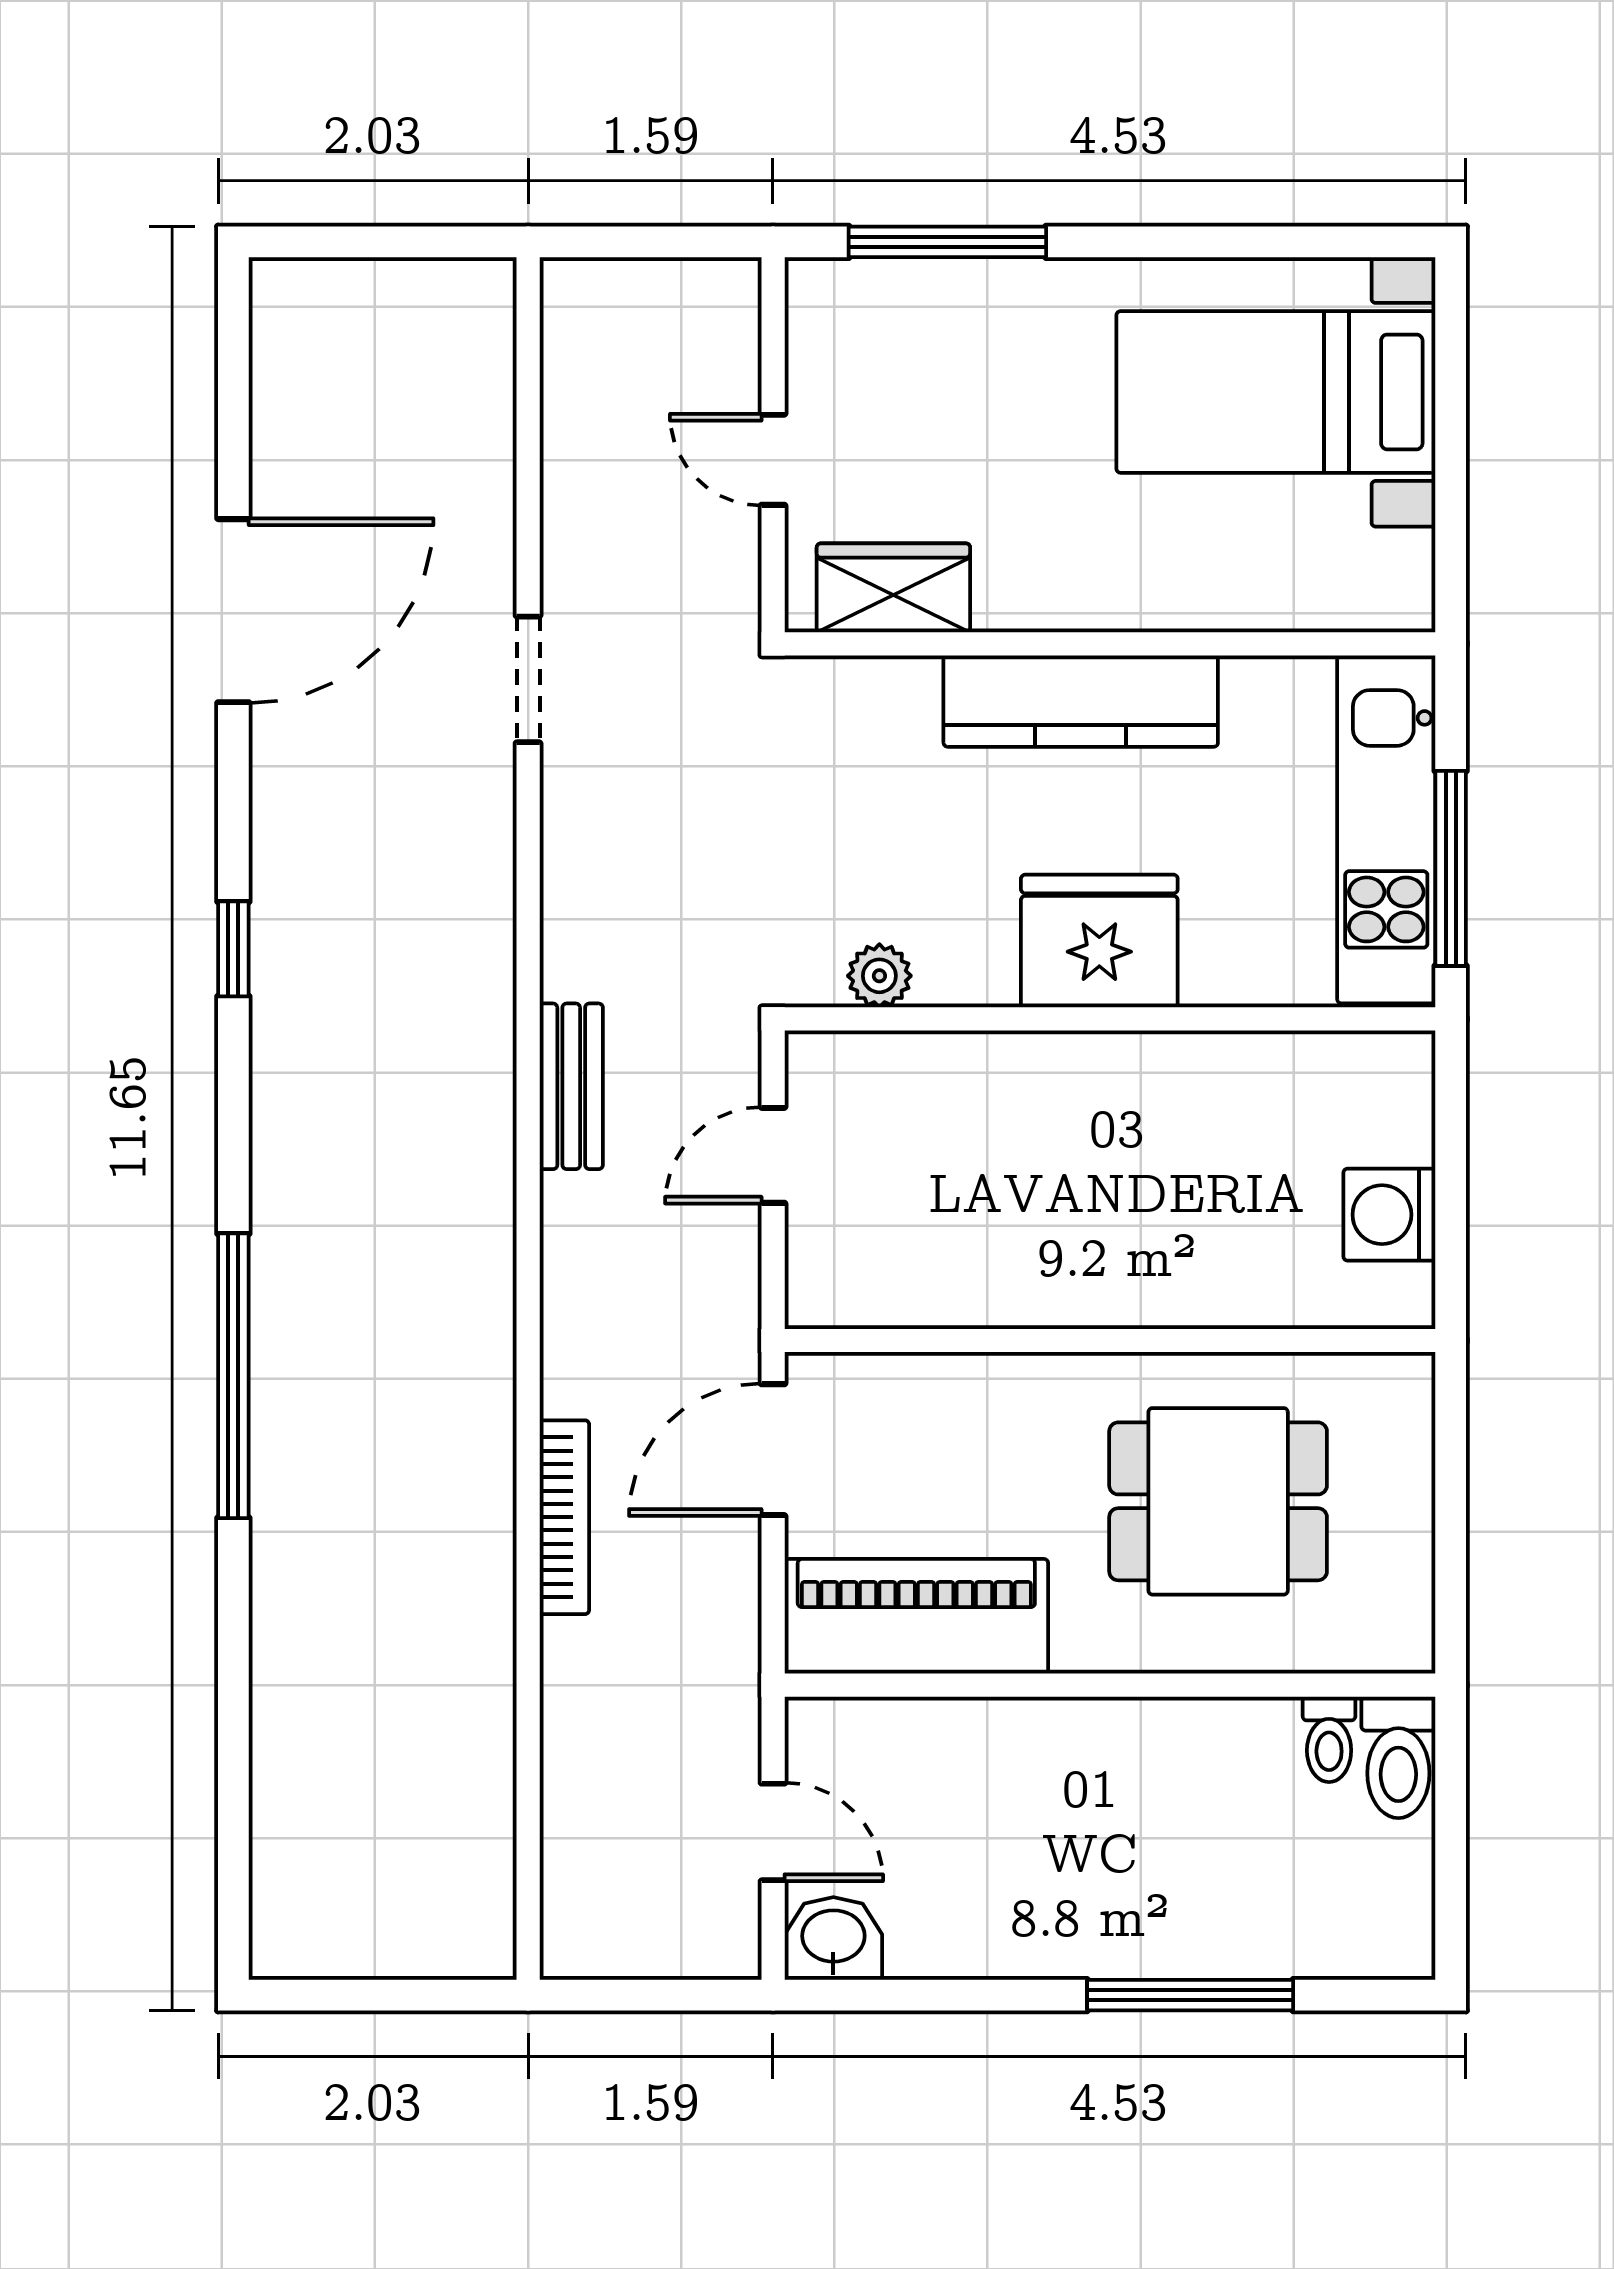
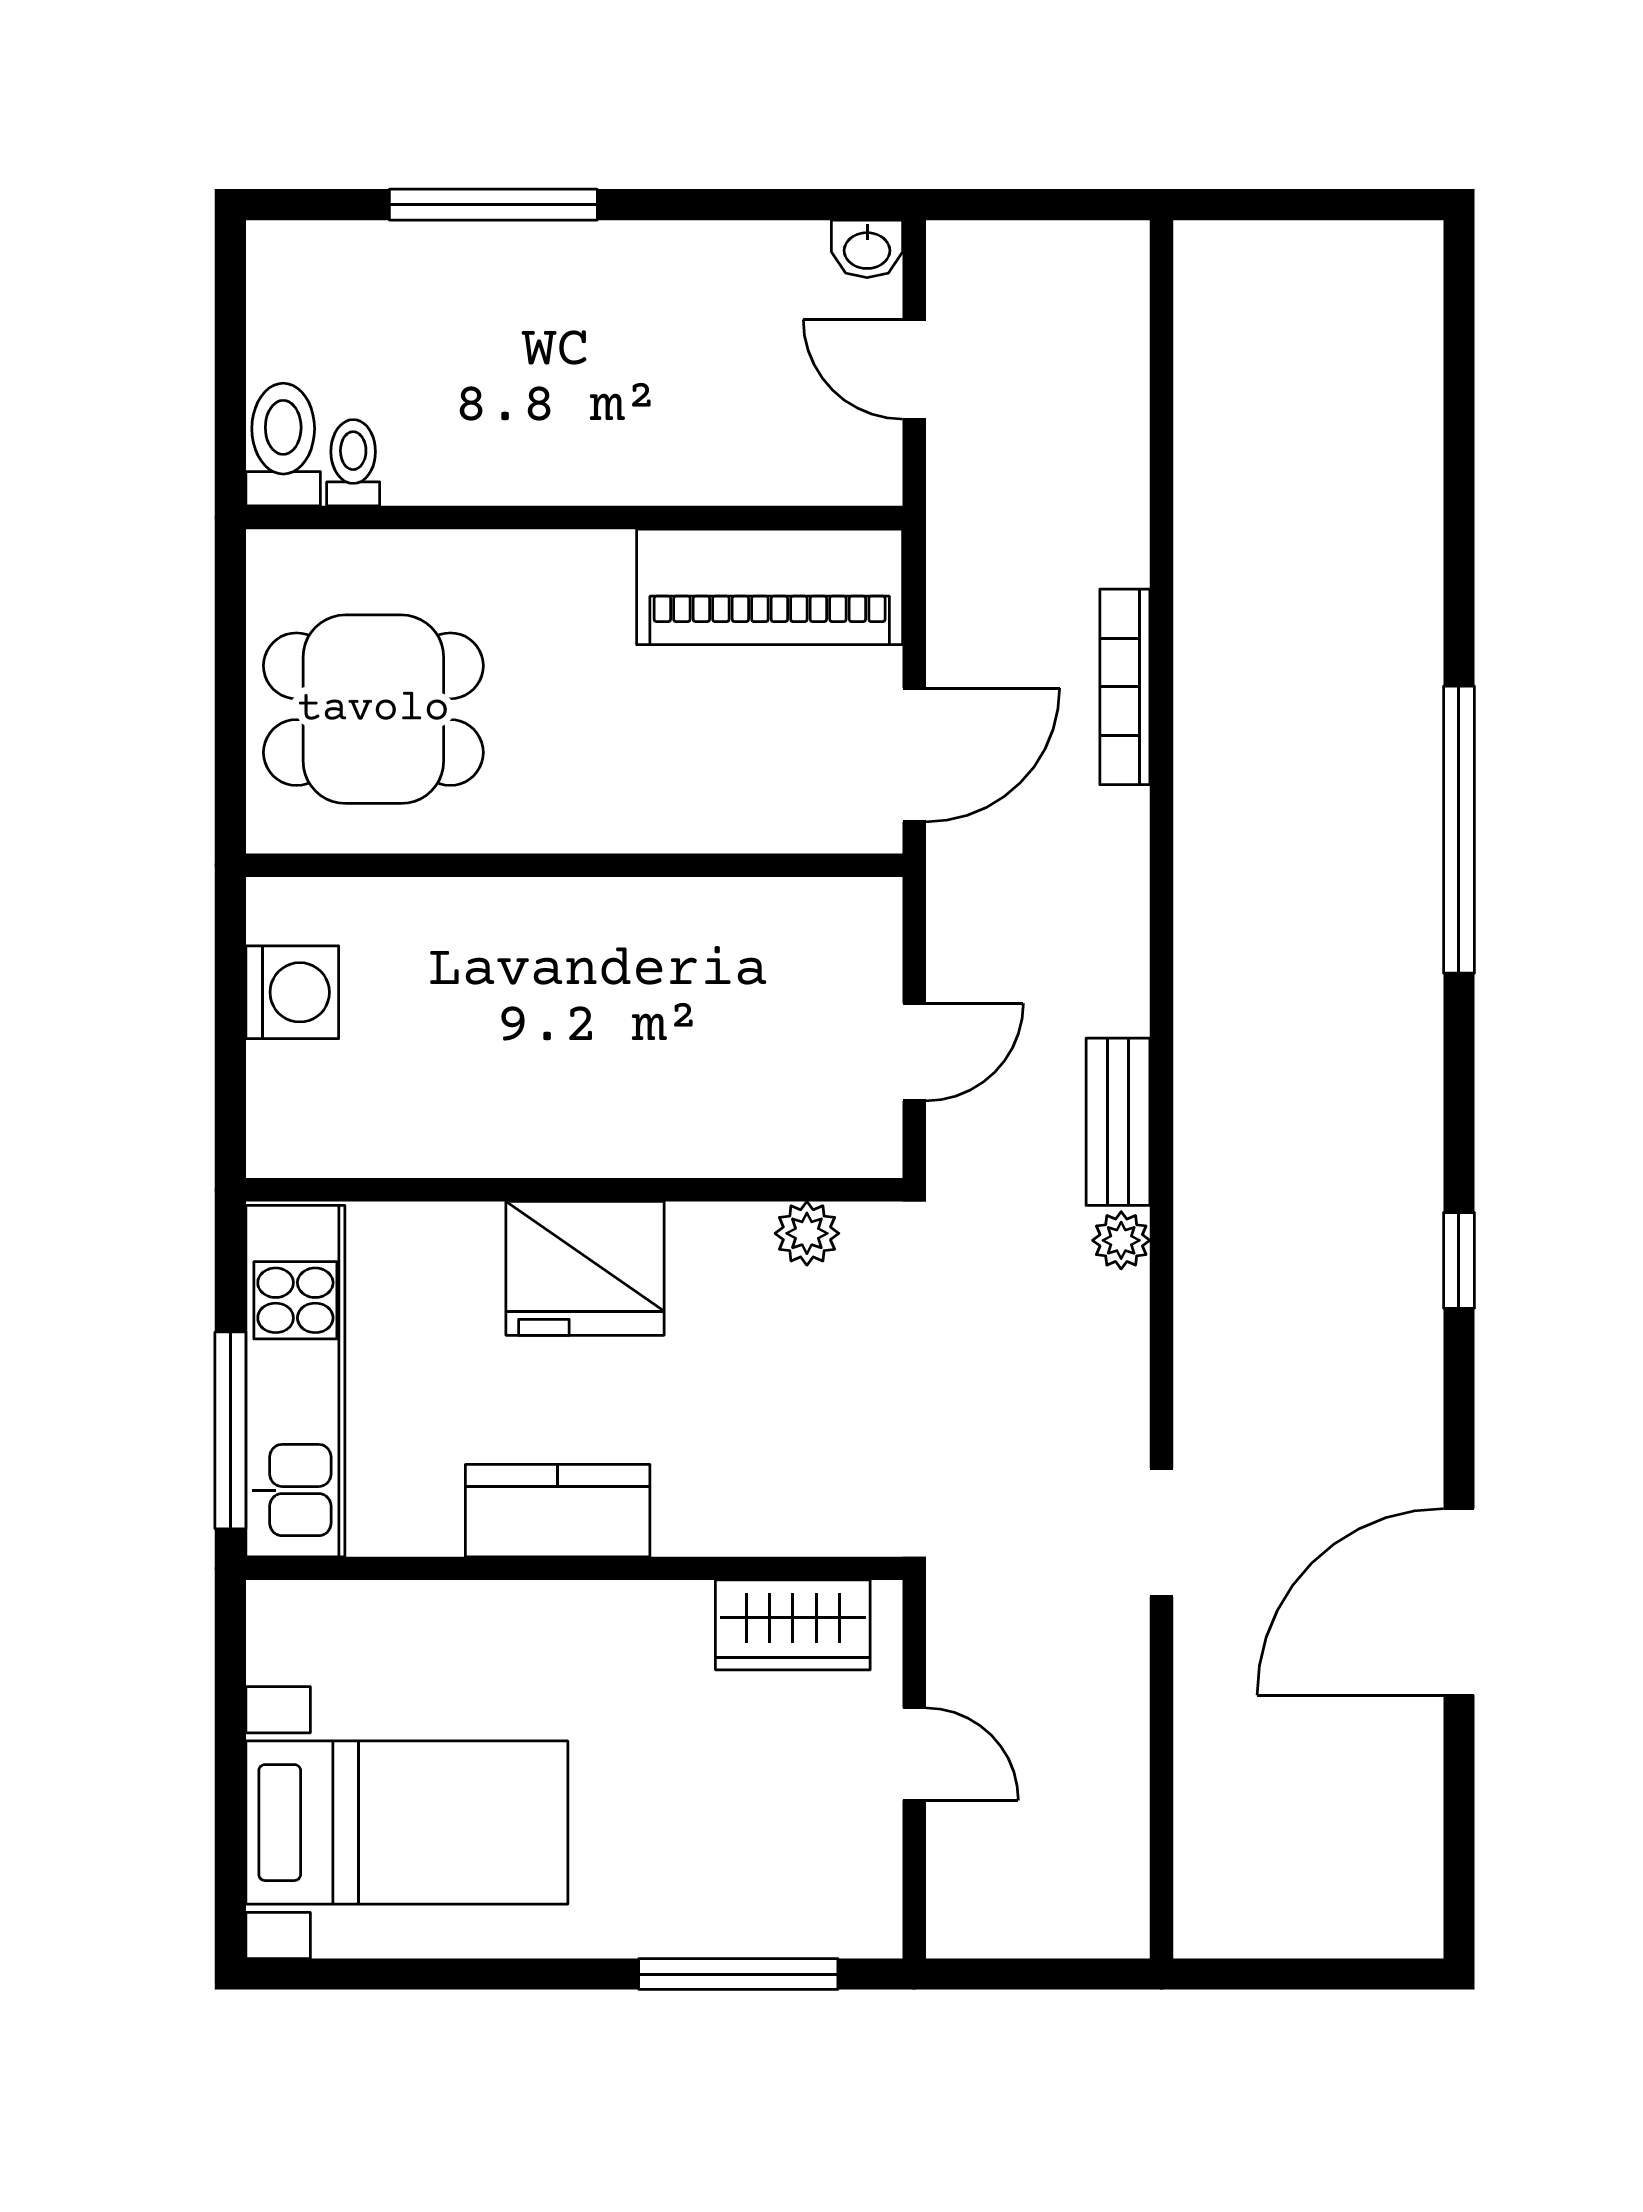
kitchen counter: (1081, 701) -> (558, 1511), width x0.67
window: (1451, 868) -> (230, 1430), moved
plant: (568, 969) -> (1121, 1240), added
dining table: (1218, 1501) -> (373, 709), moved
washbasin: (833, 1938) -> (867, 249), width x0.72, depth x0.69

